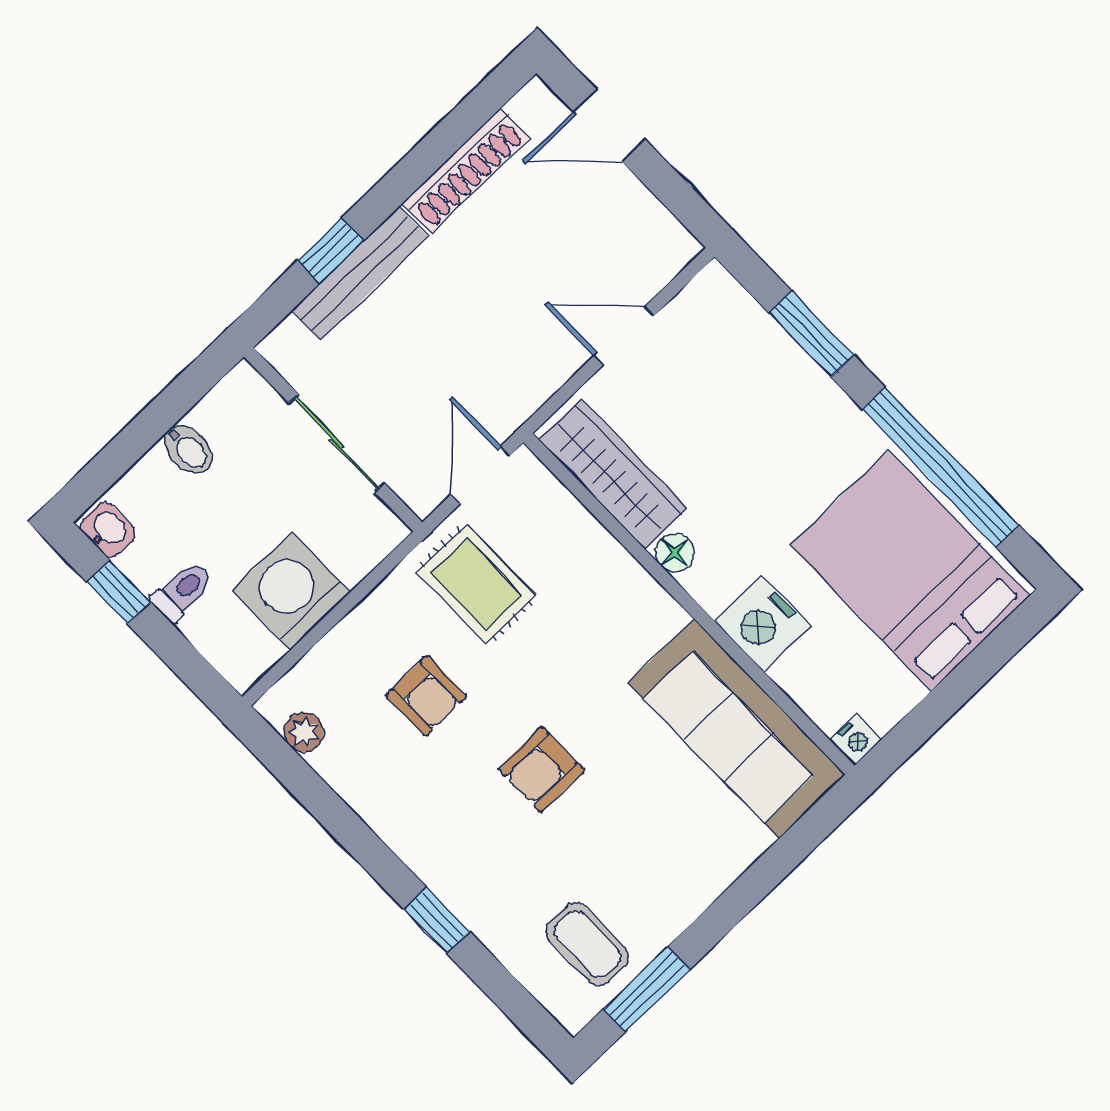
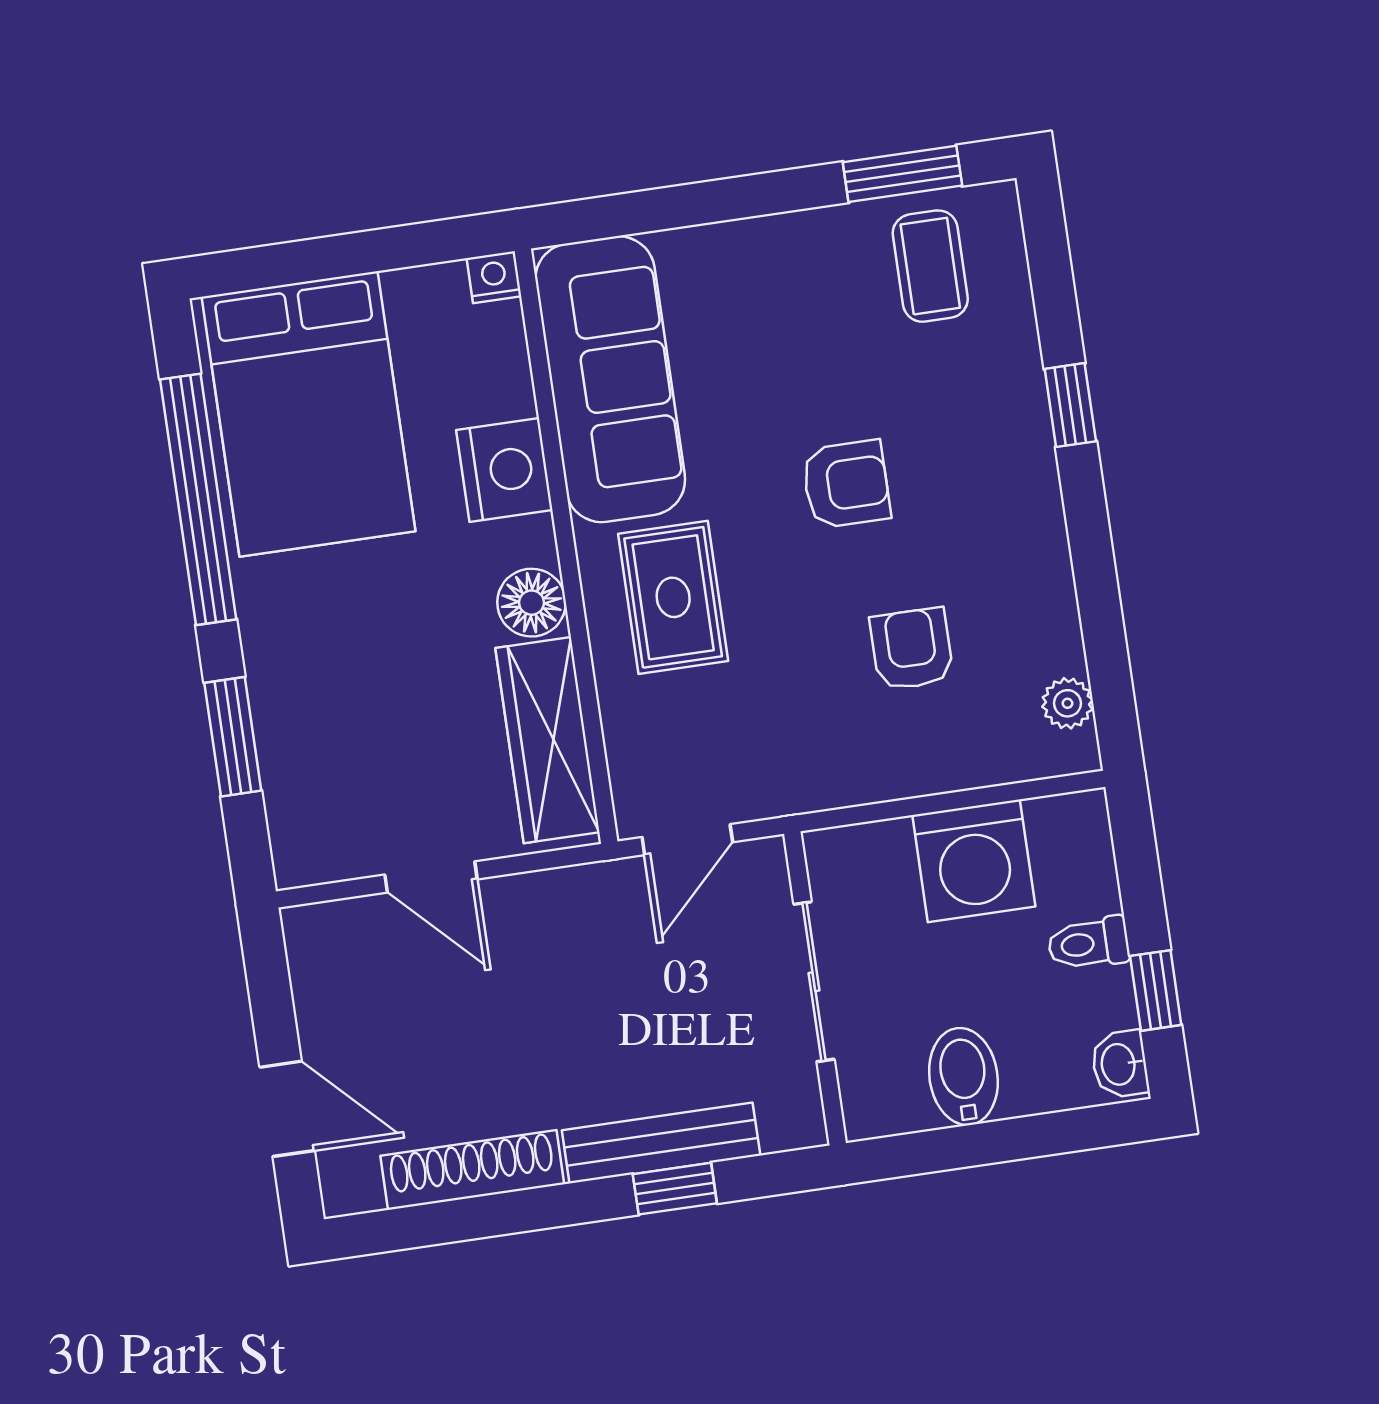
bidet: (188, 449) -> (963, 1077), width x1.38, depth x1.36
floor lamp: (675, 553) -> (532, 603), width x1.37, depth x1.37
rug: (476, 584) -> (673, 597), moved

